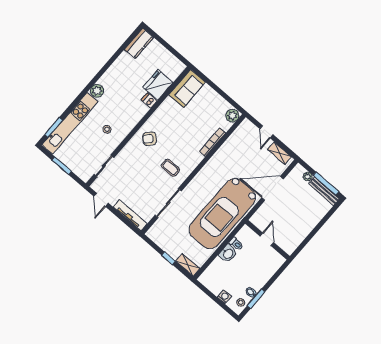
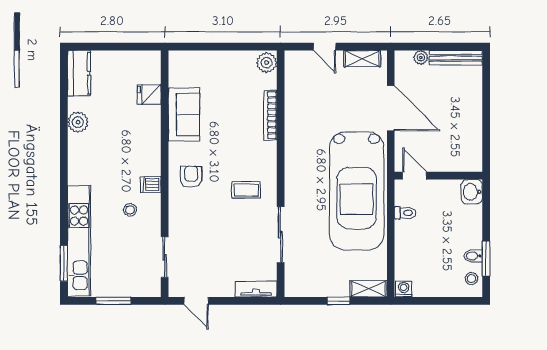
fridge: (158, 85) -> (149, 95), width x0.53, depth x0.75
sofa: (187, 89) -> (184, 115), moved
plant: (97, 91) -> (78, 122), moved
dishwasher: (149, 101) -> (151, 185), moved
armchair: (150, 139) -> (191, 177), turned 138
window: (326, 184) -> (450, 47), removed
door: (273, 188) -> (391, 108), swing flipped
tv unit: (130, 215) -> (256, 289), width x0.71
door: (267, 239) -> (414, 176), moved
washbasin: (228, 254) -> (472, 192), moved, turned 180
washing machine: (224, 297) -> (404, 289), moved

